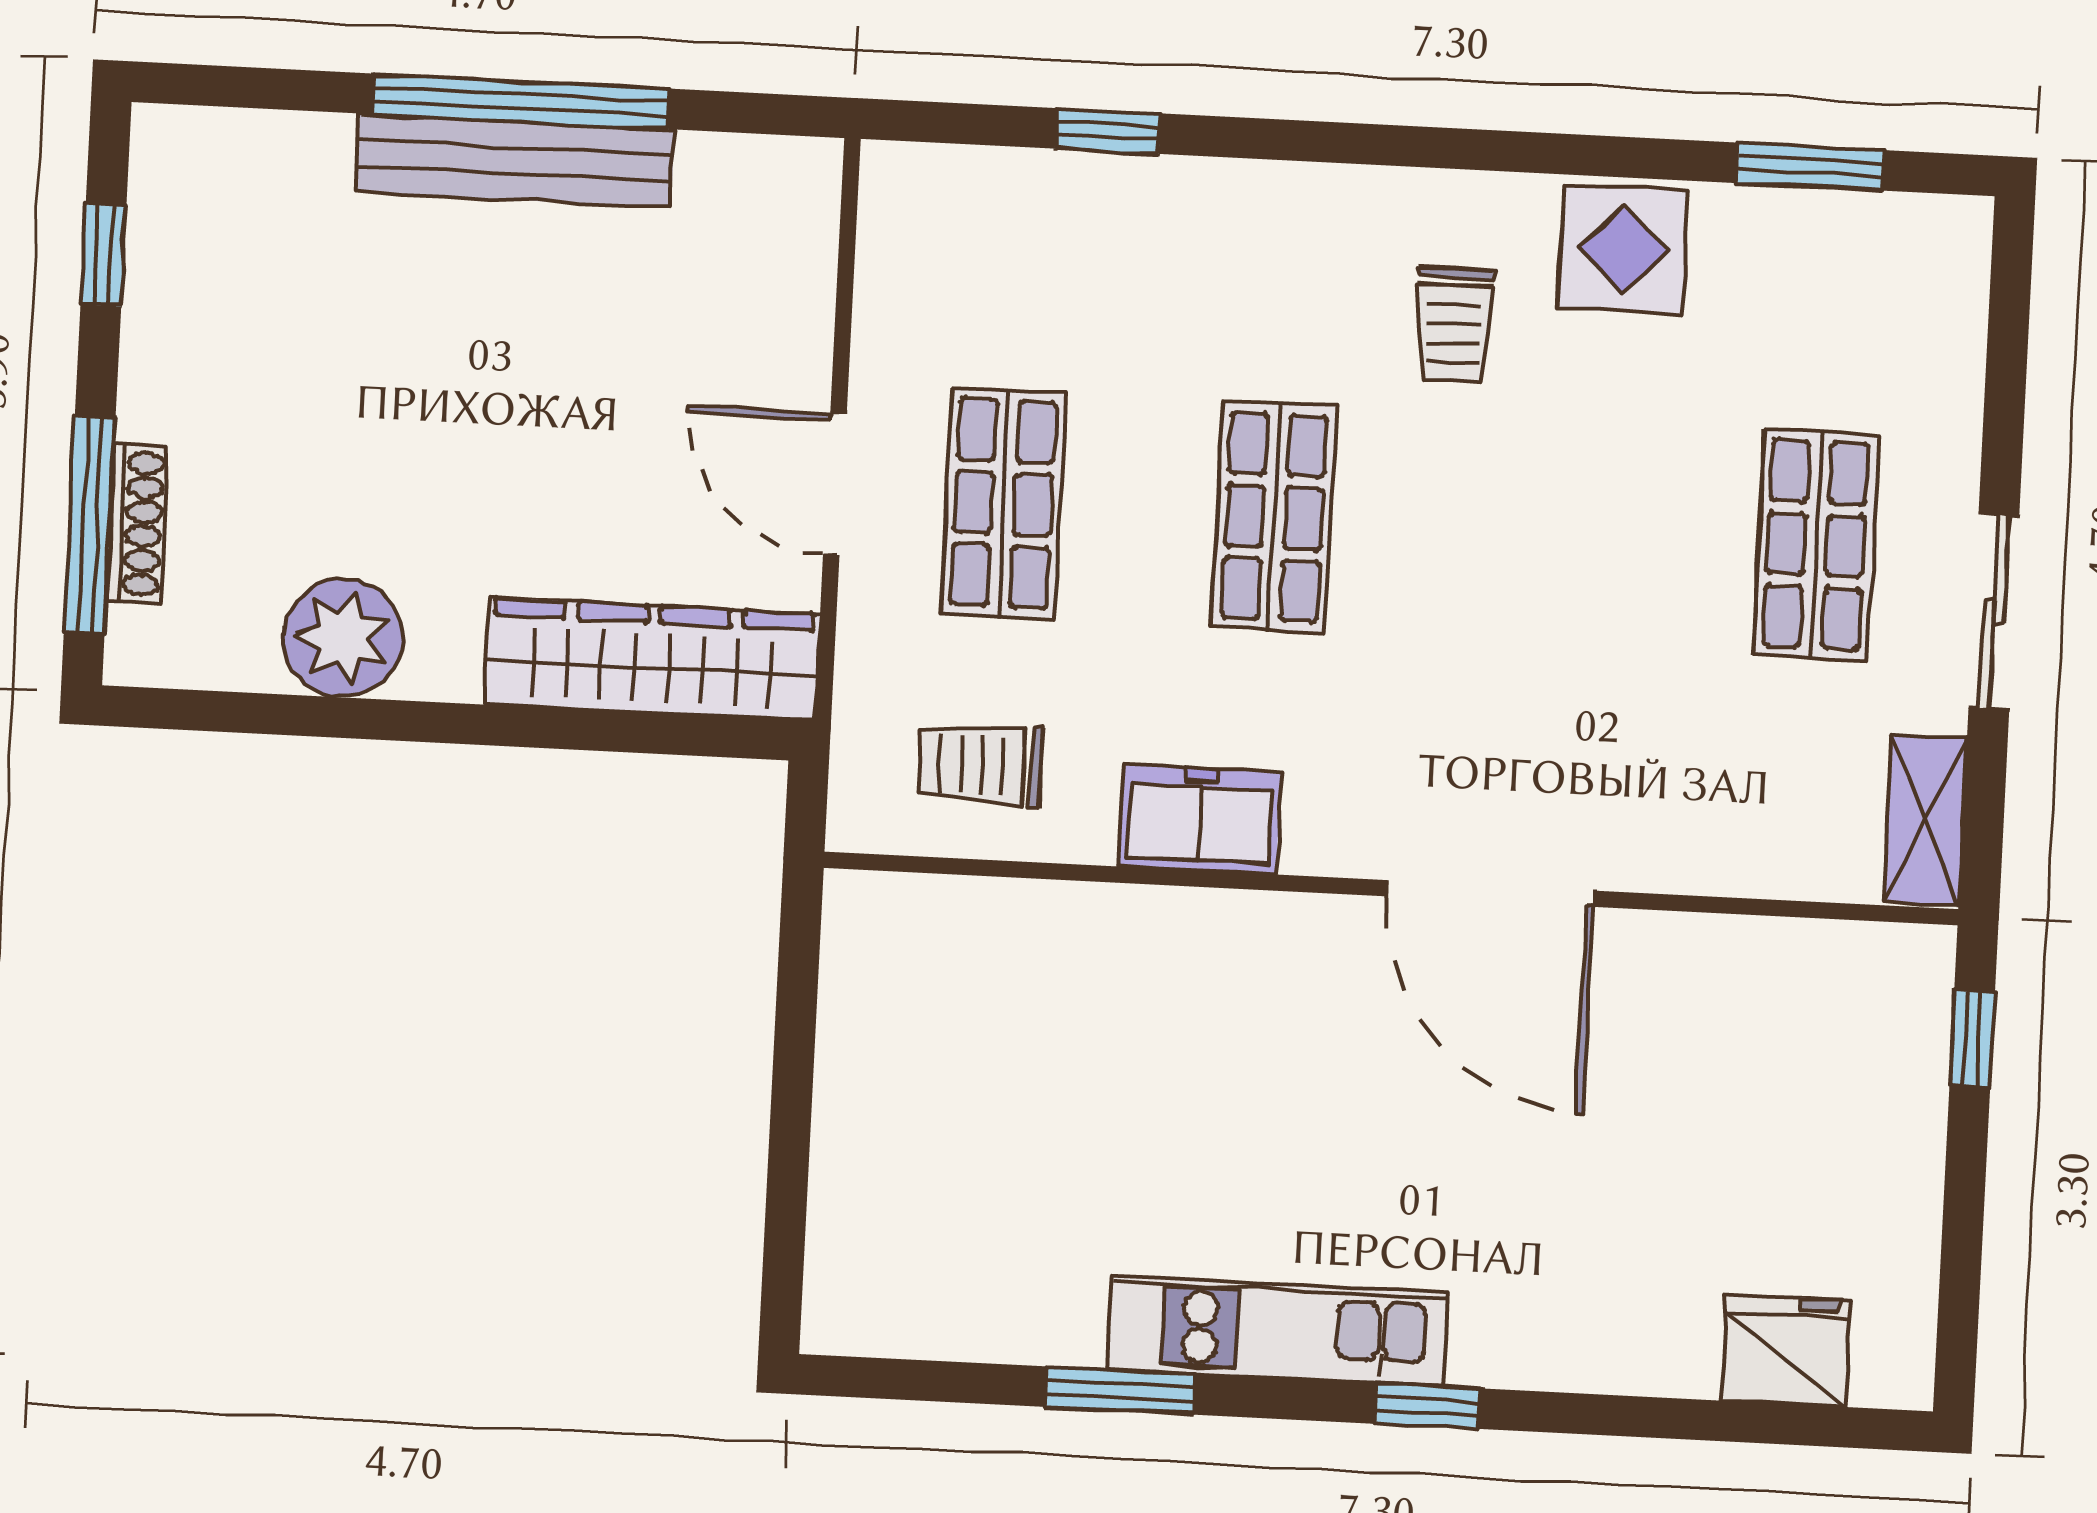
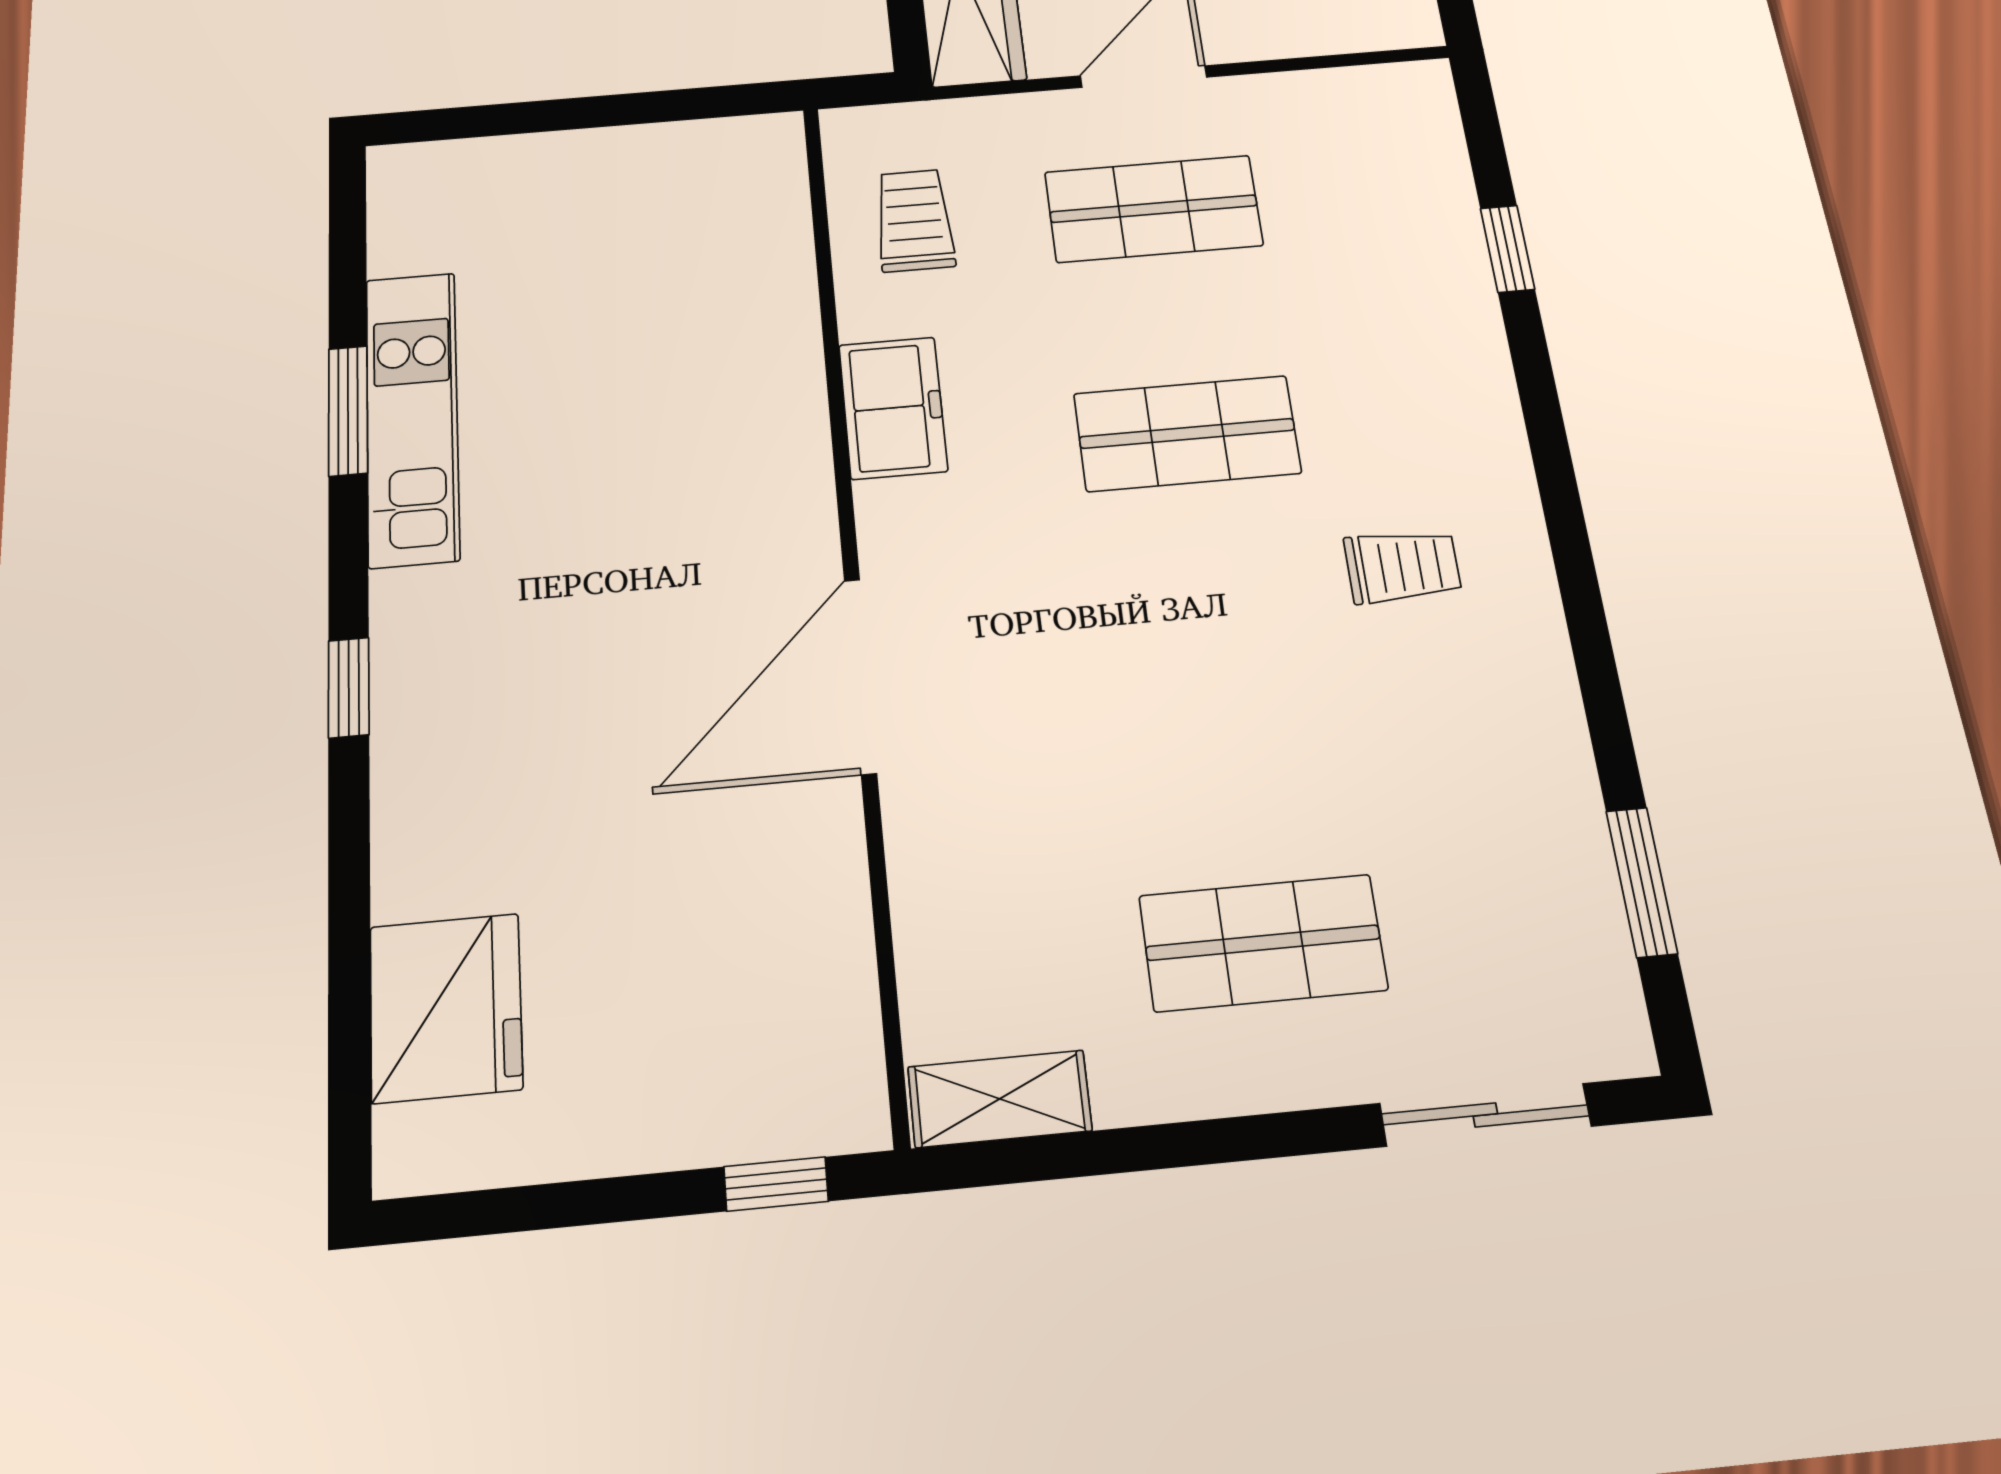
display table: (1623, 250) -> (1513, 712), removed
trolley: (1454, 325) -> (1403, 566), turned 180
sliding door: (1994, 612) -> (1485, 1115), moved
kitchen unit: (1277, 1331) -> (412, 417), moved
fridge: (1786, 1350) -> (446, 1008), width x1.36, depth x1.34

